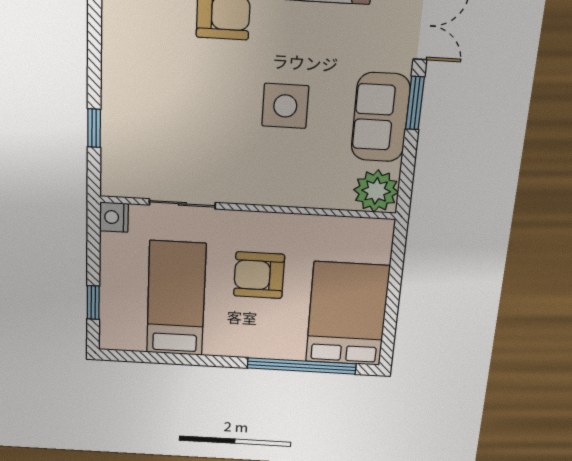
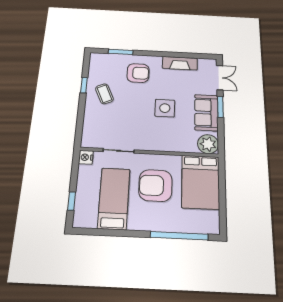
coffee table: (145, 69) -> (104, 94), added
window: (94, 128) -> (84, 85), moved
armchair: (259, 275) -> (155, 185), width x1.36, depth x1.36
bed: (347, 314) -> (201, 182), moved, turned 180

